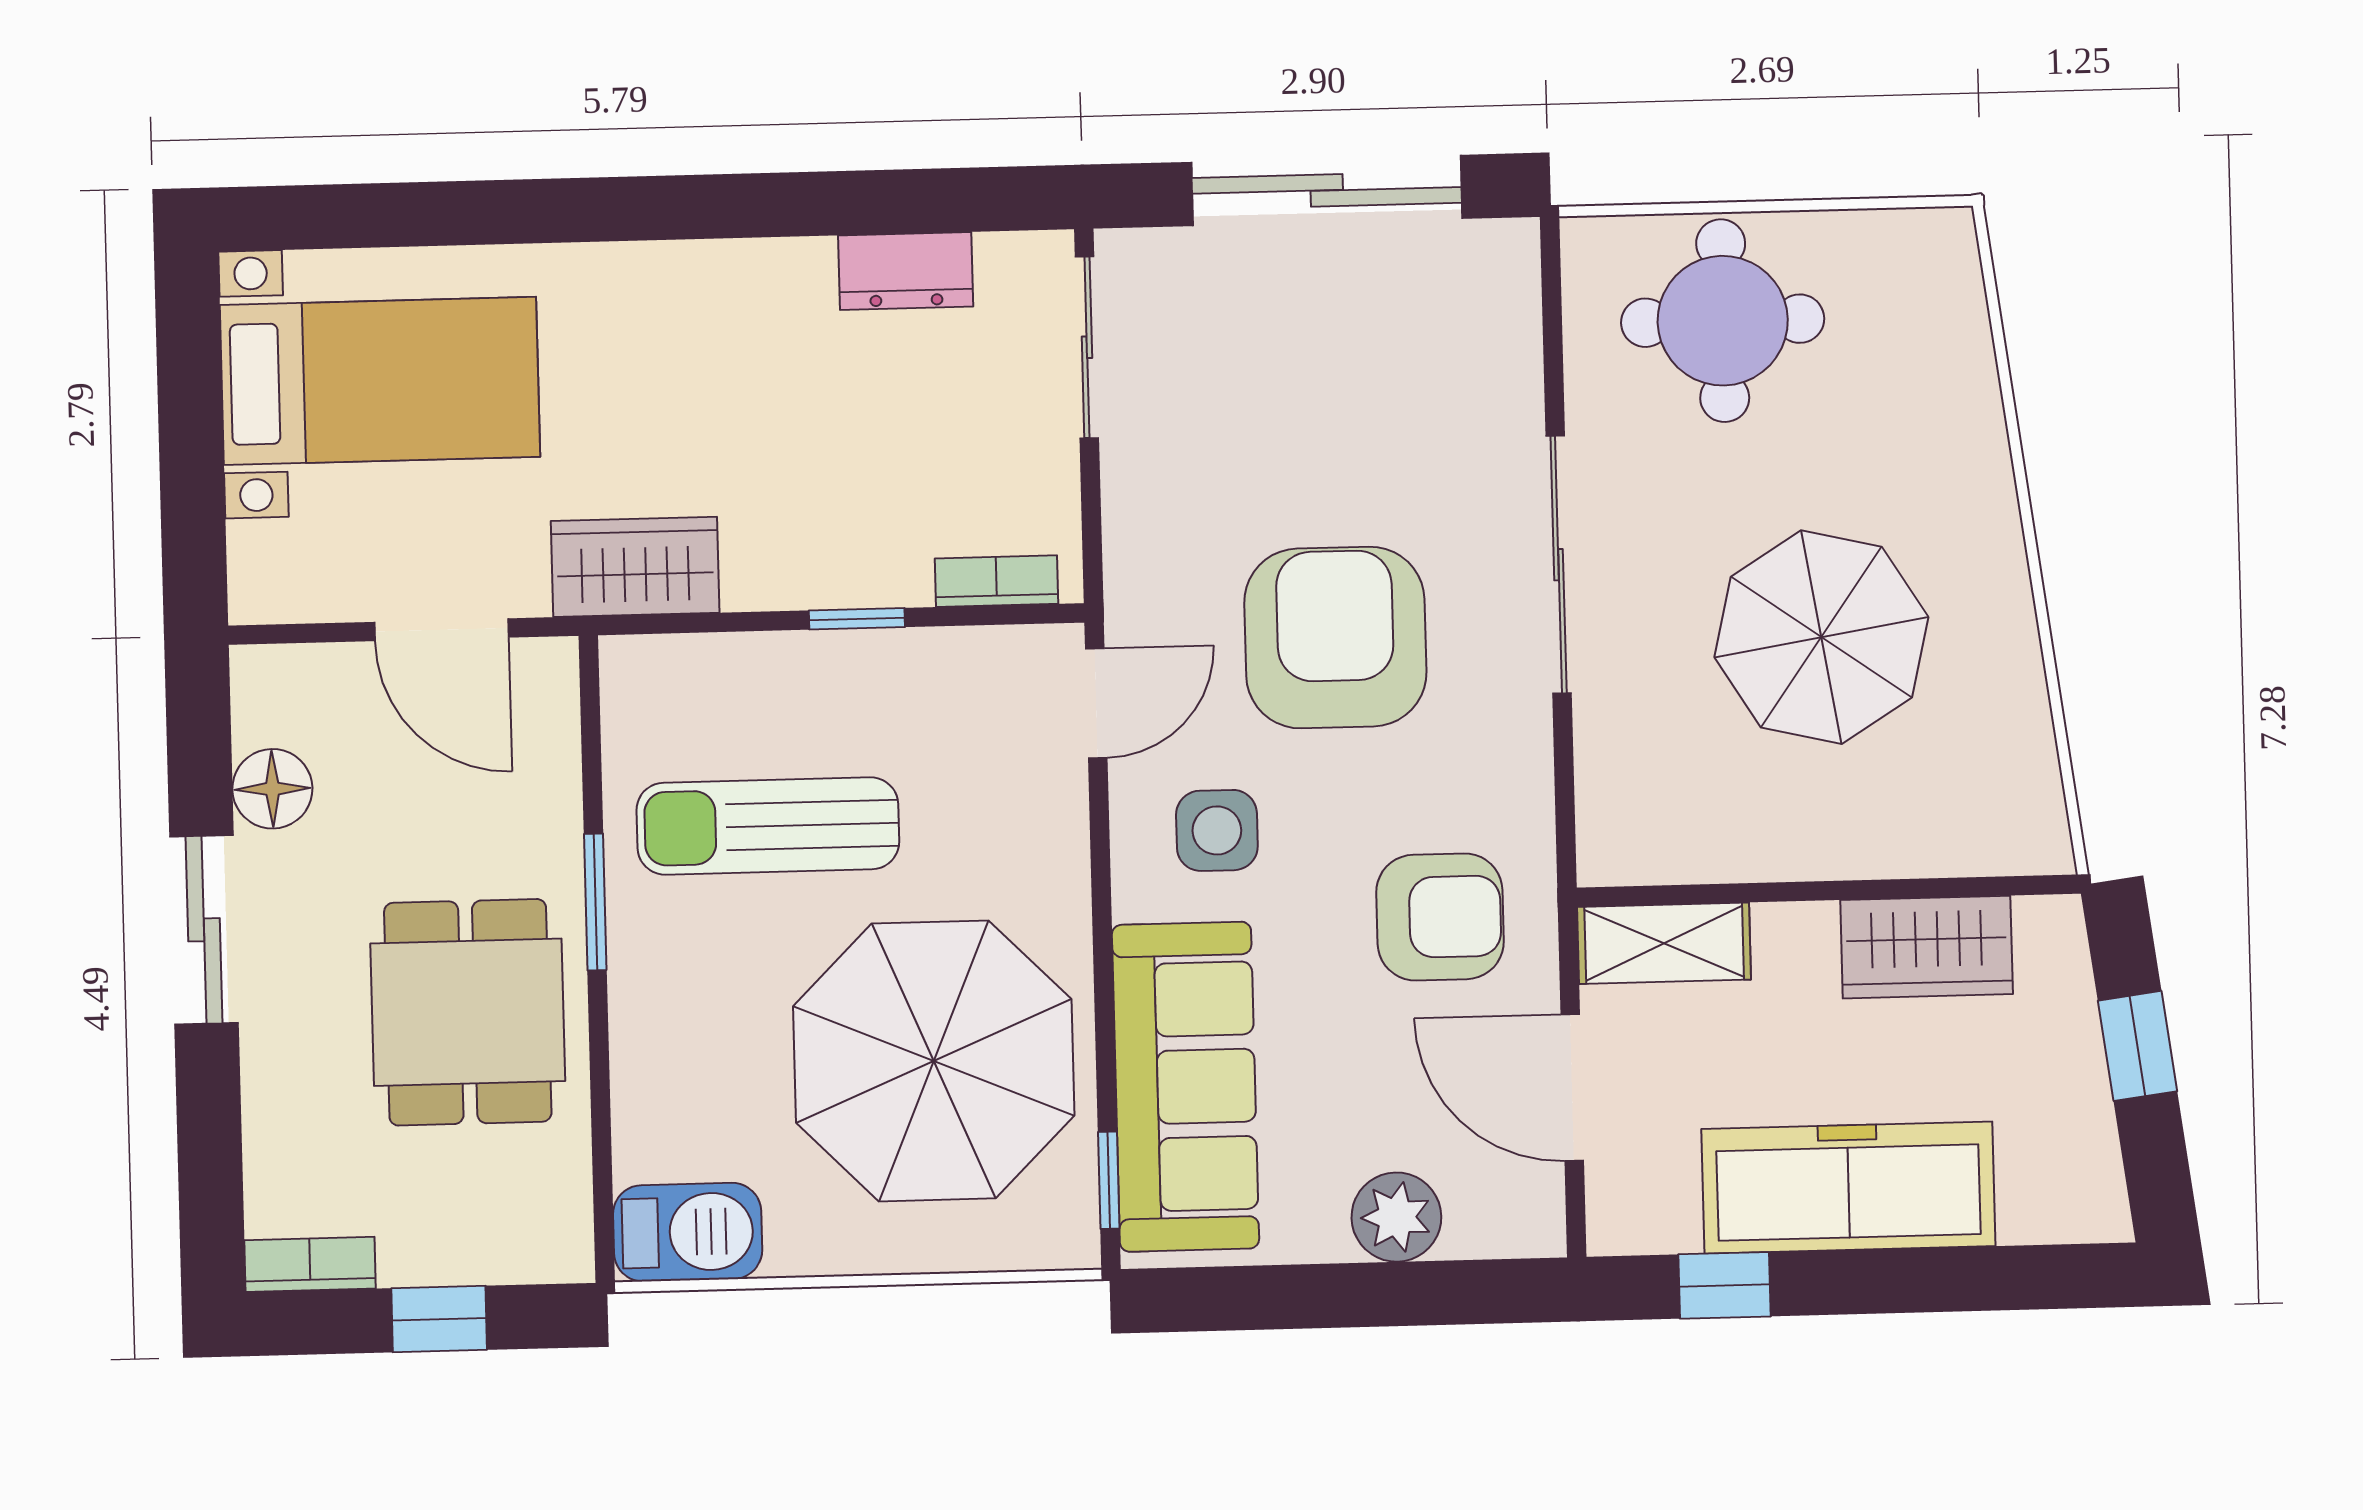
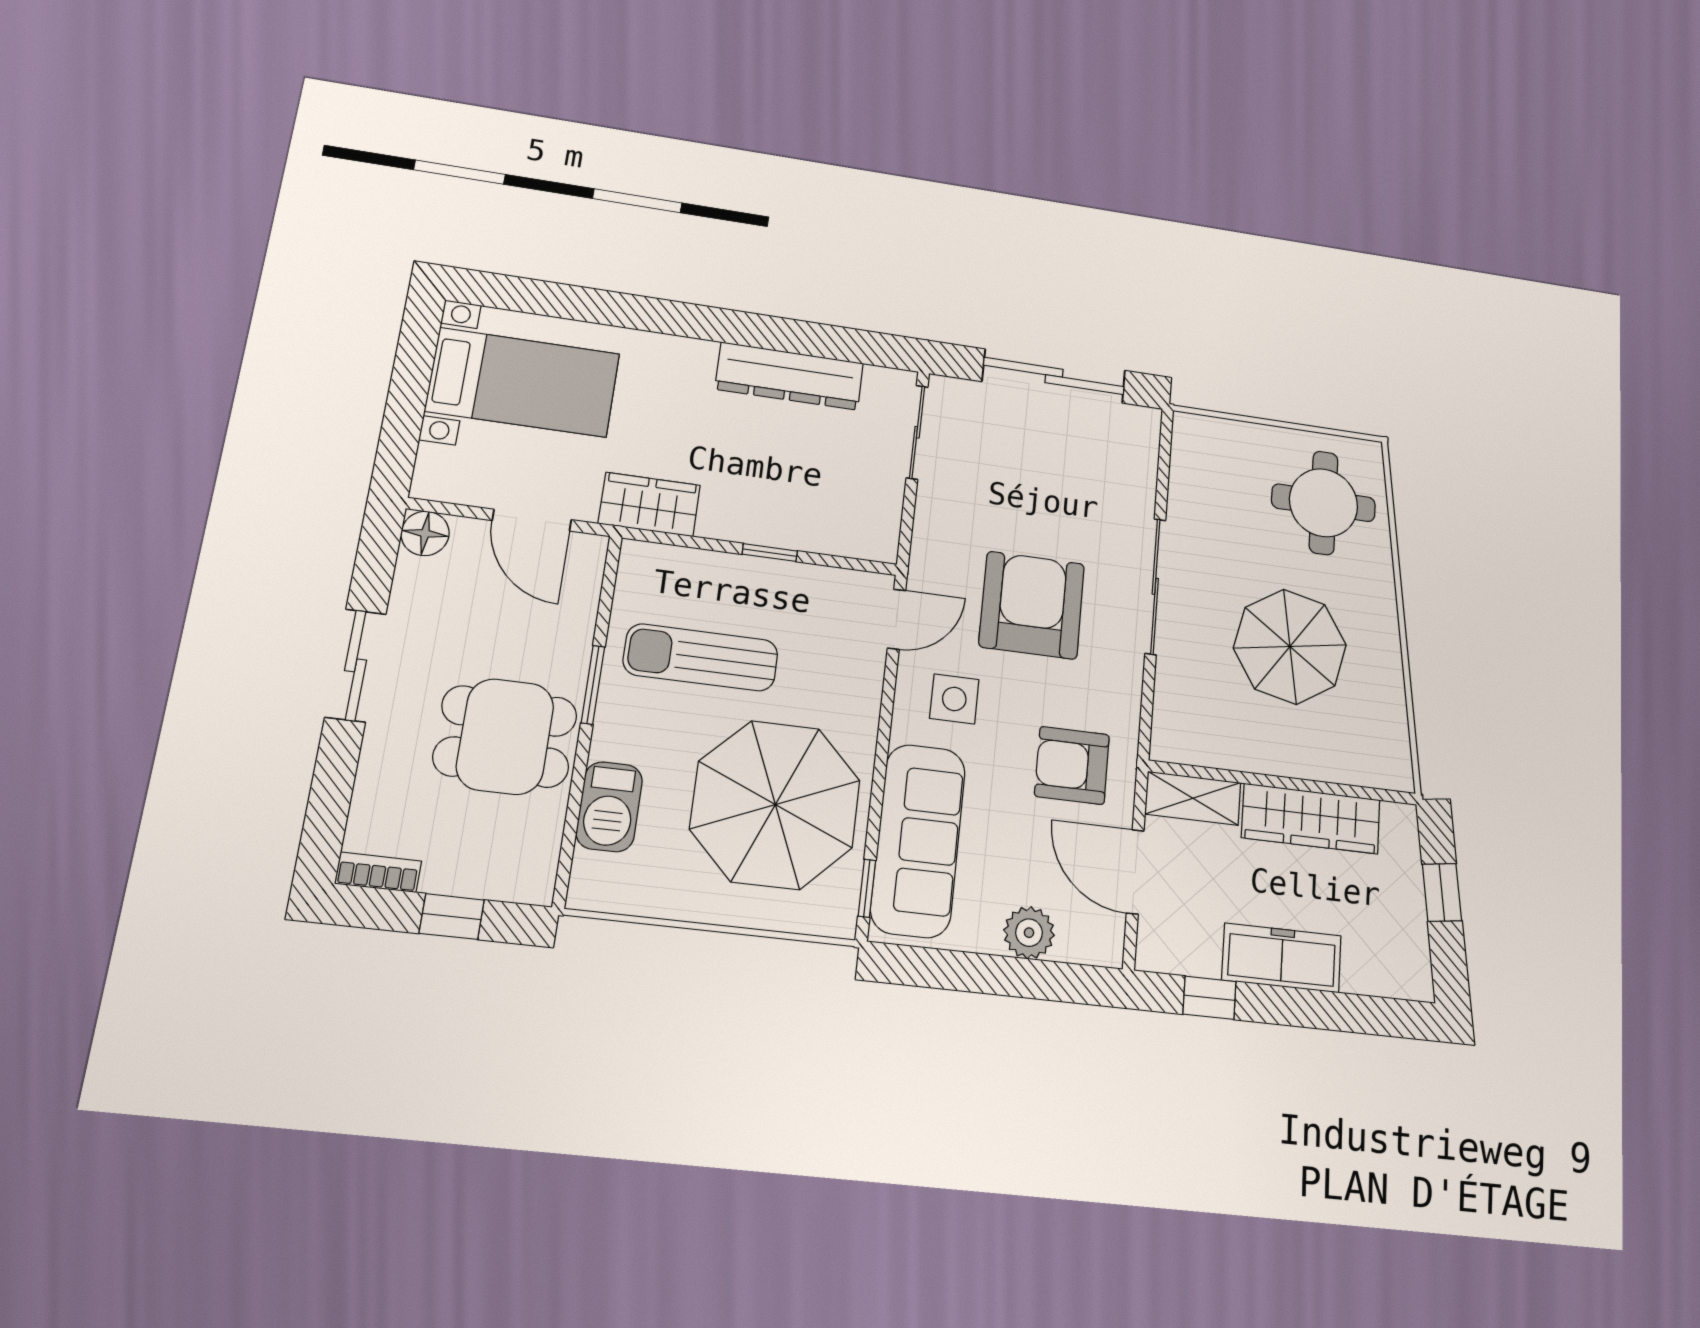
dresser: (906, 271) -> (789, 376), width x1.96, depth x1.24
round table: (1723, 321) -> (1323, 503), moved
bookcase: (996, 581) -> (850, 545), removed
floor lamp: (272, 789) -> (425, 533), moved
armchair: (1440, 917) -> (1072, 765), turned 180
wardrobe: (1927, 947) -> (1311, 819), width x1.50
dining table: (468, 1012) -> (505, 736), turned 90
freezer: (1848, 1188) -> (1282, 958), width x0.73, depth x0.79
barbecue: (688, 1232) -> (609, 807), moved, turned 90

